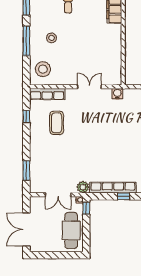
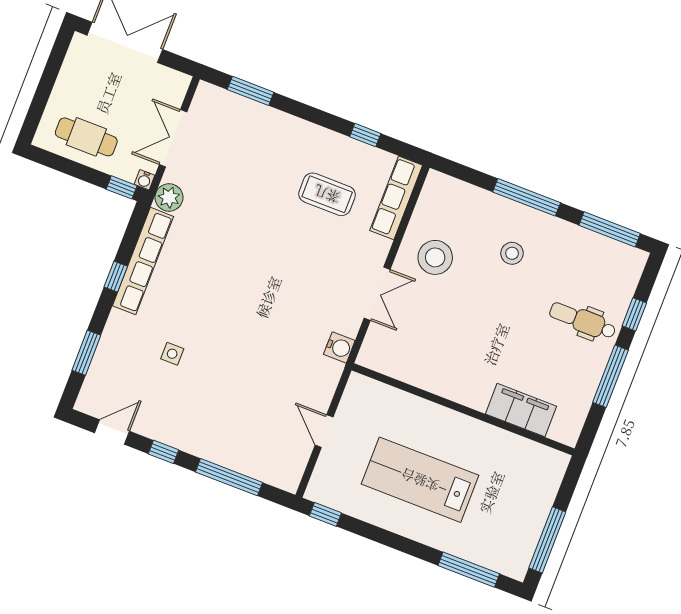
stool: (43, 69) -> (435, 257), moved
cafe table: (71, 230) -> (86, 137), width x0.73, depth x0.74

